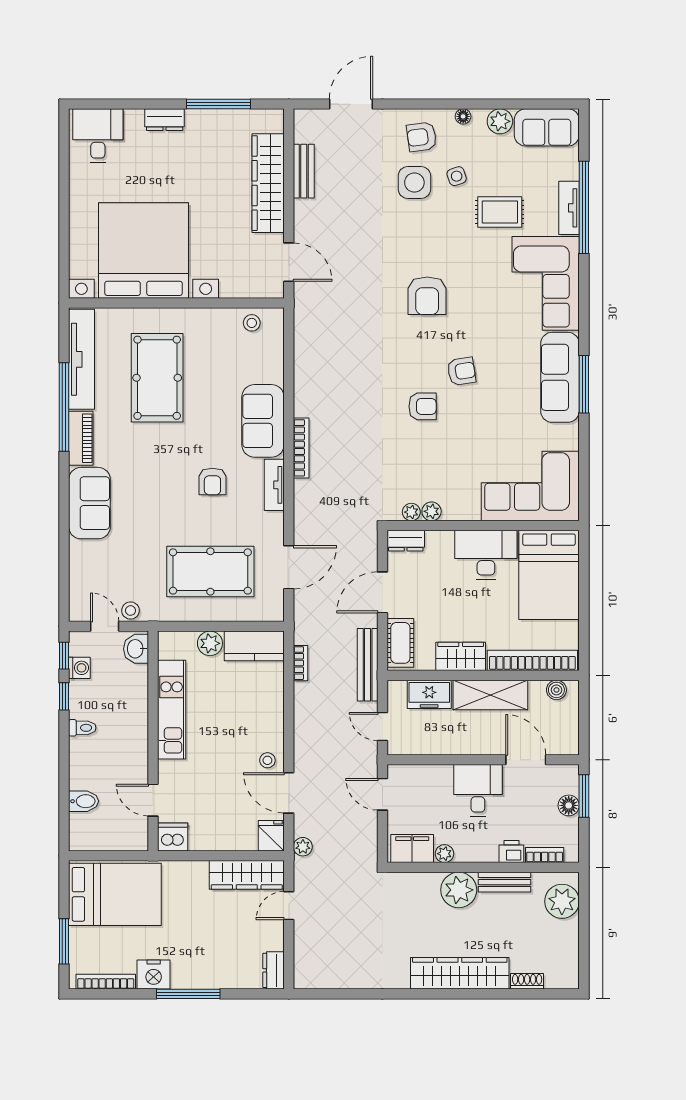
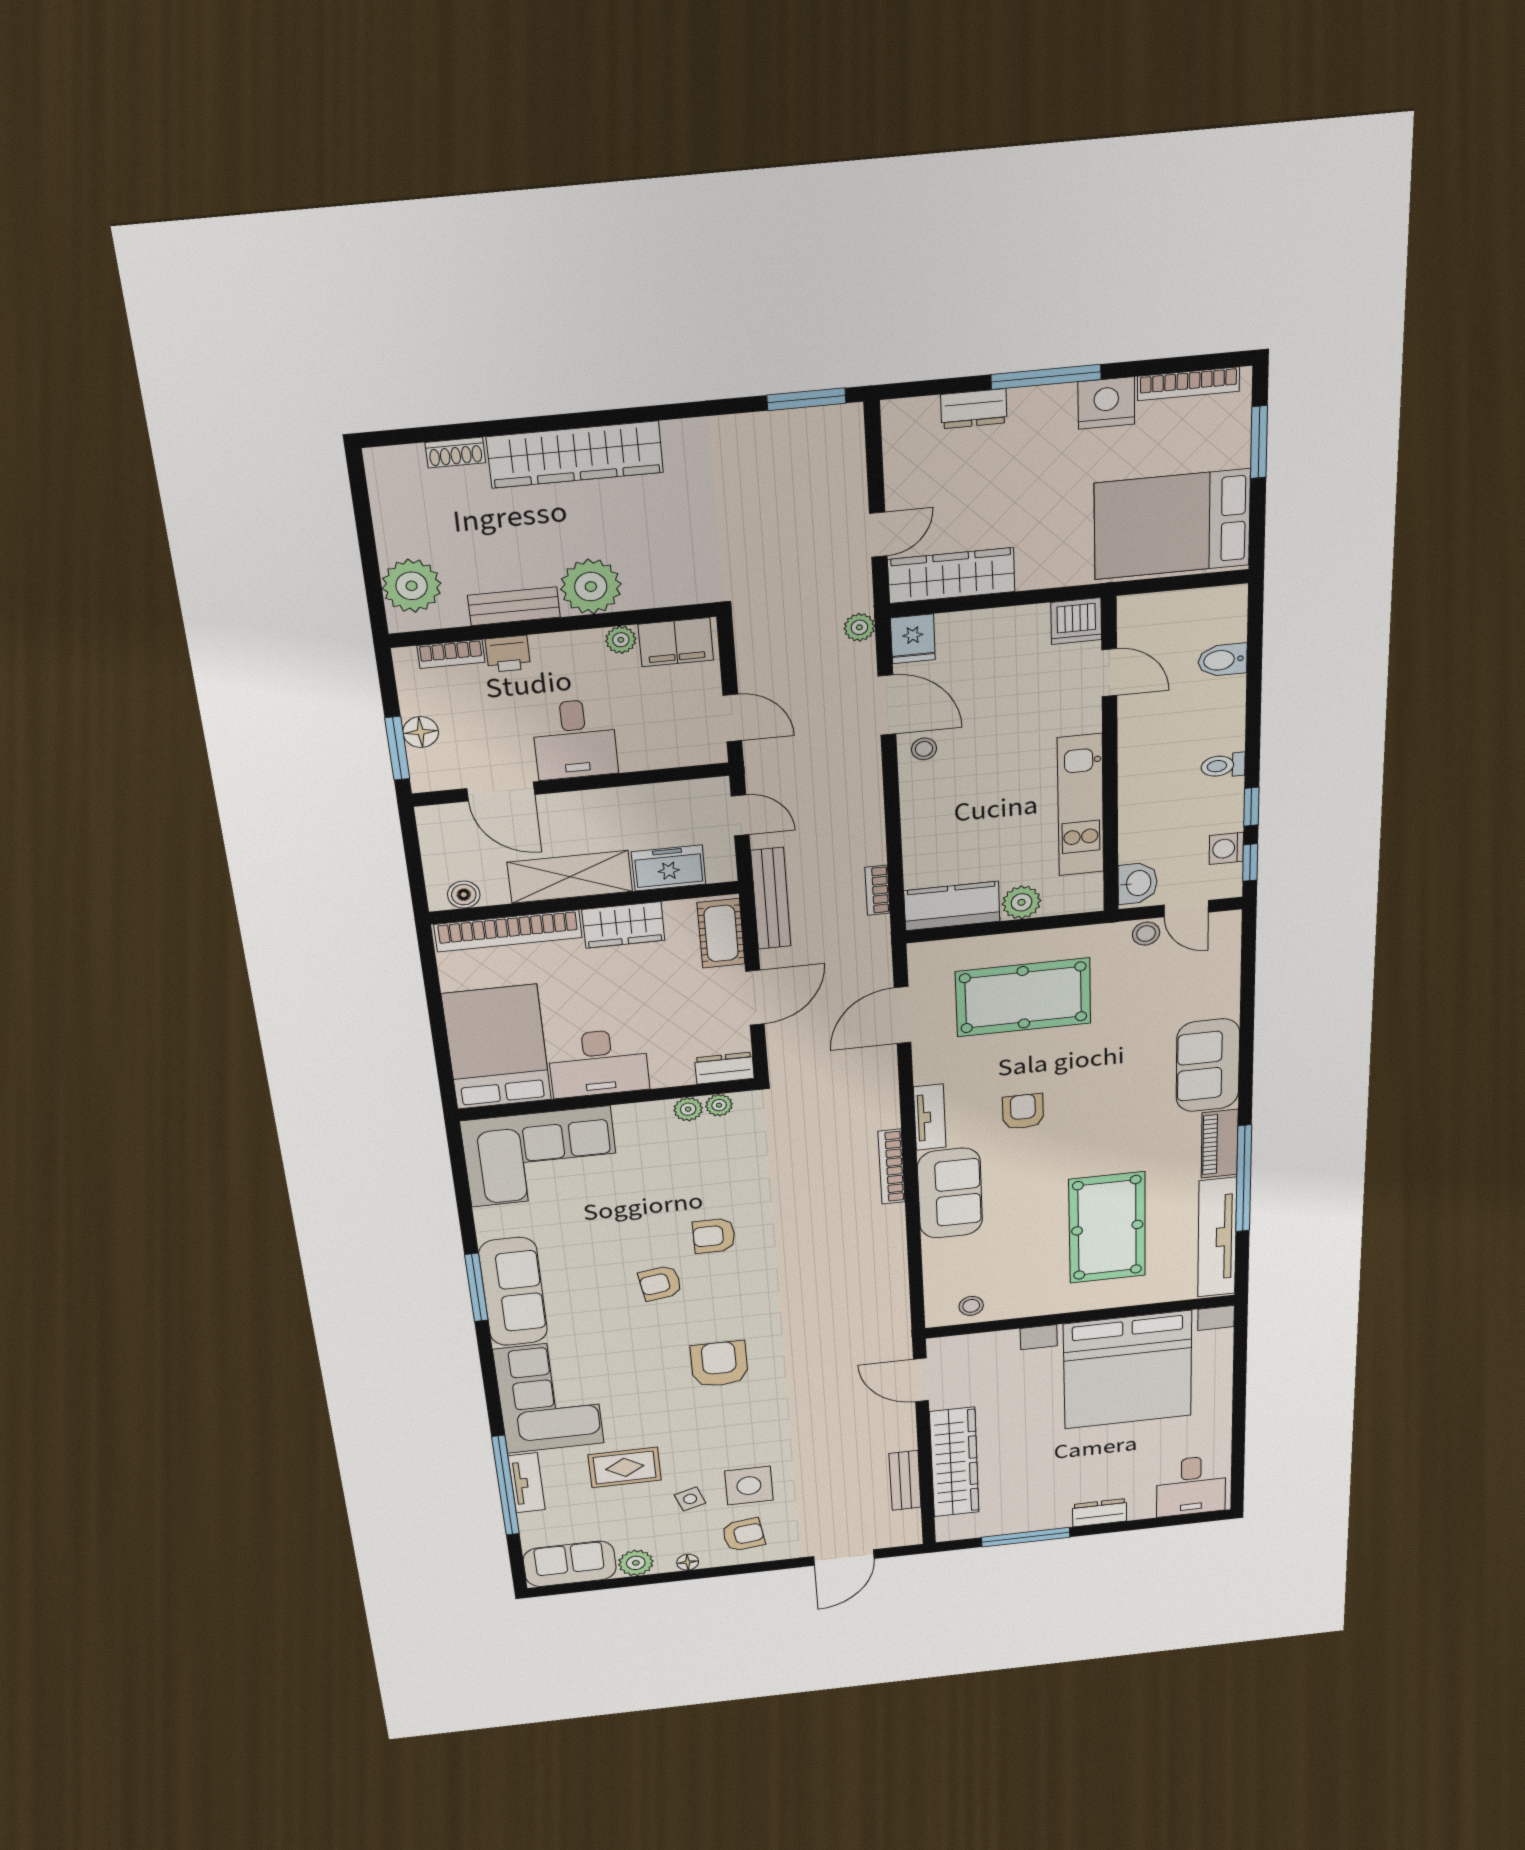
dresser: (274, 970) -> (974, 409), moved, turned 90
window: (326, 994) -> (806, 399), added

